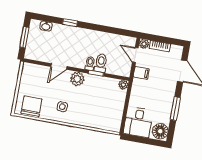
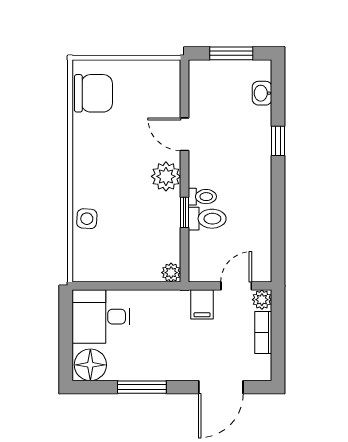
side table: (62, 107) -> (87, 219), moved

